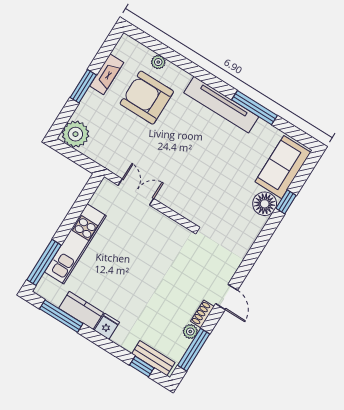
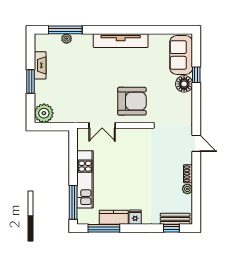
armchair: (147, 98) -> (132, 101), moved, turned 180
window: (254, 108) -> (65, 30), moved
double door: (136, 192) -> (102, 125), swing flipped
door: (227, 297) -> (196, 143), moved
window: (194, 350) -> (196, 199), removed

